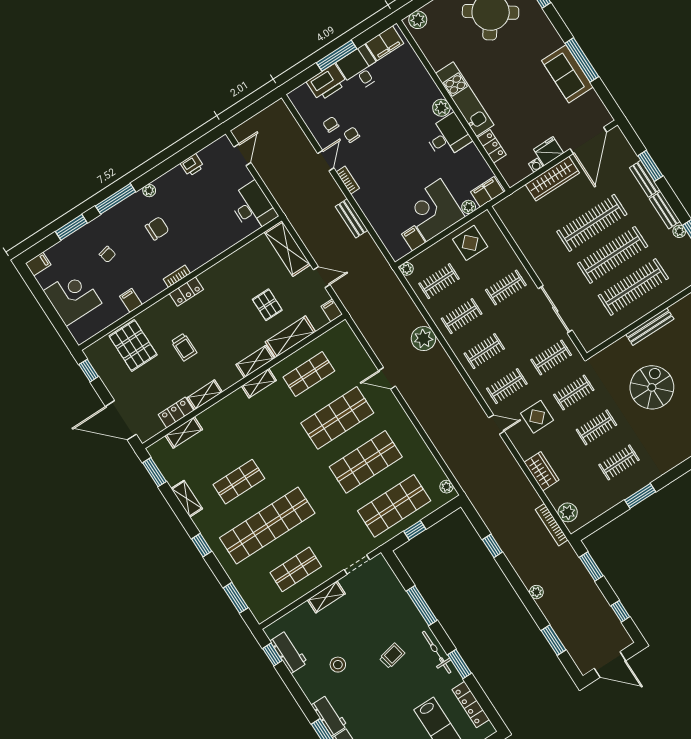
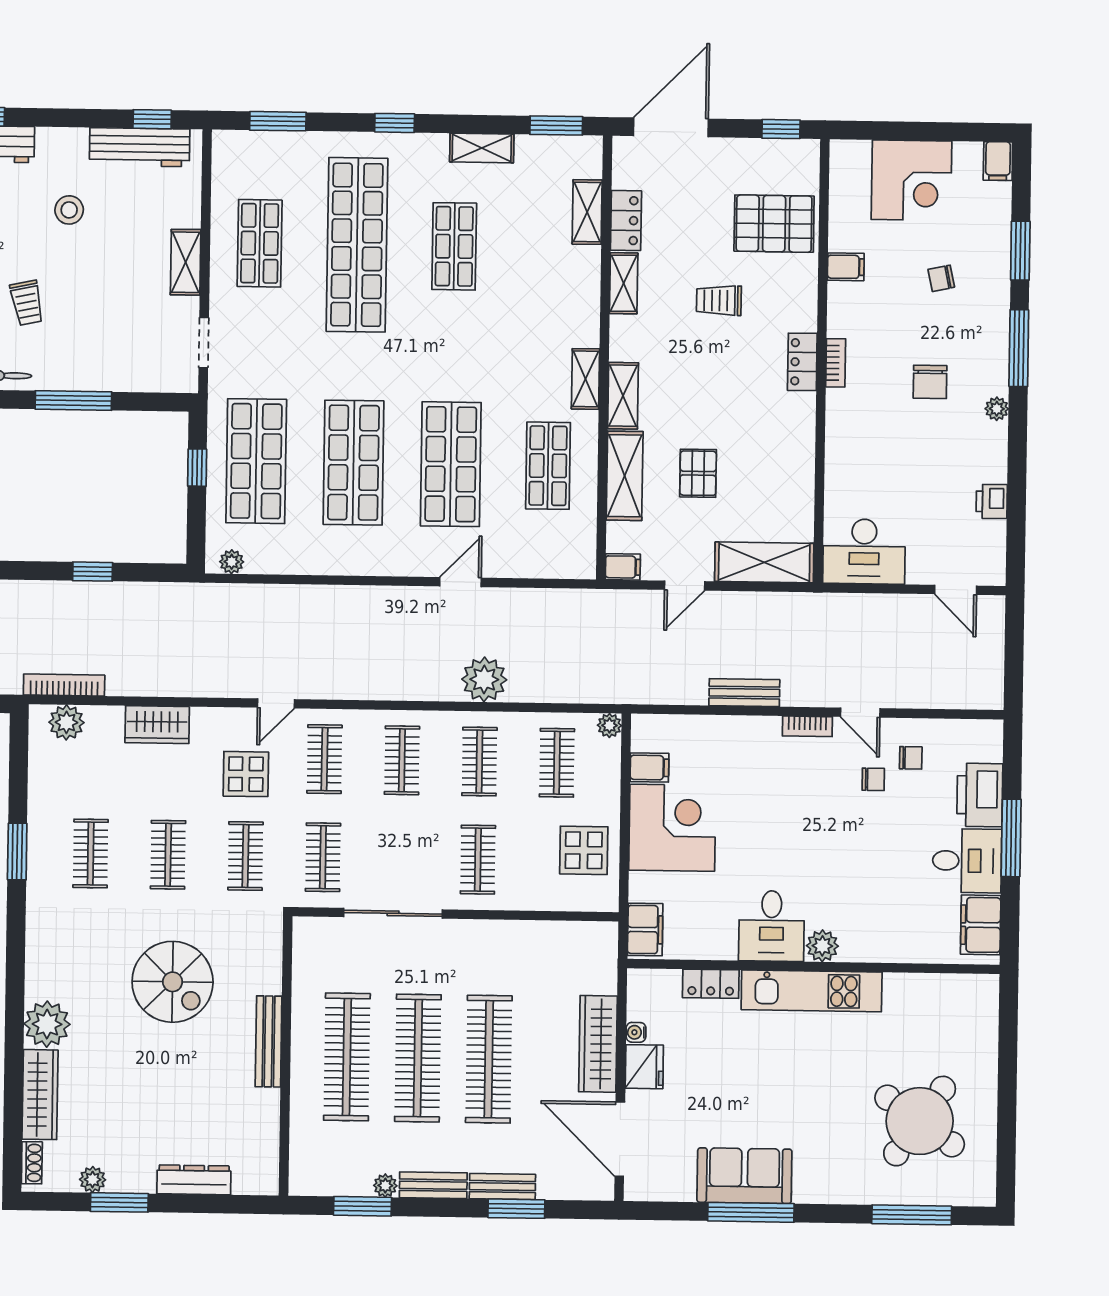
plant: (418, 20) -> (983, 1000), removed
plant: (469, 207) -> (641, 885), removed
pallet: (267, 305) -> (698, 473), turned 90
workbench: (289, 652) -> (140, 147), width x1.38

